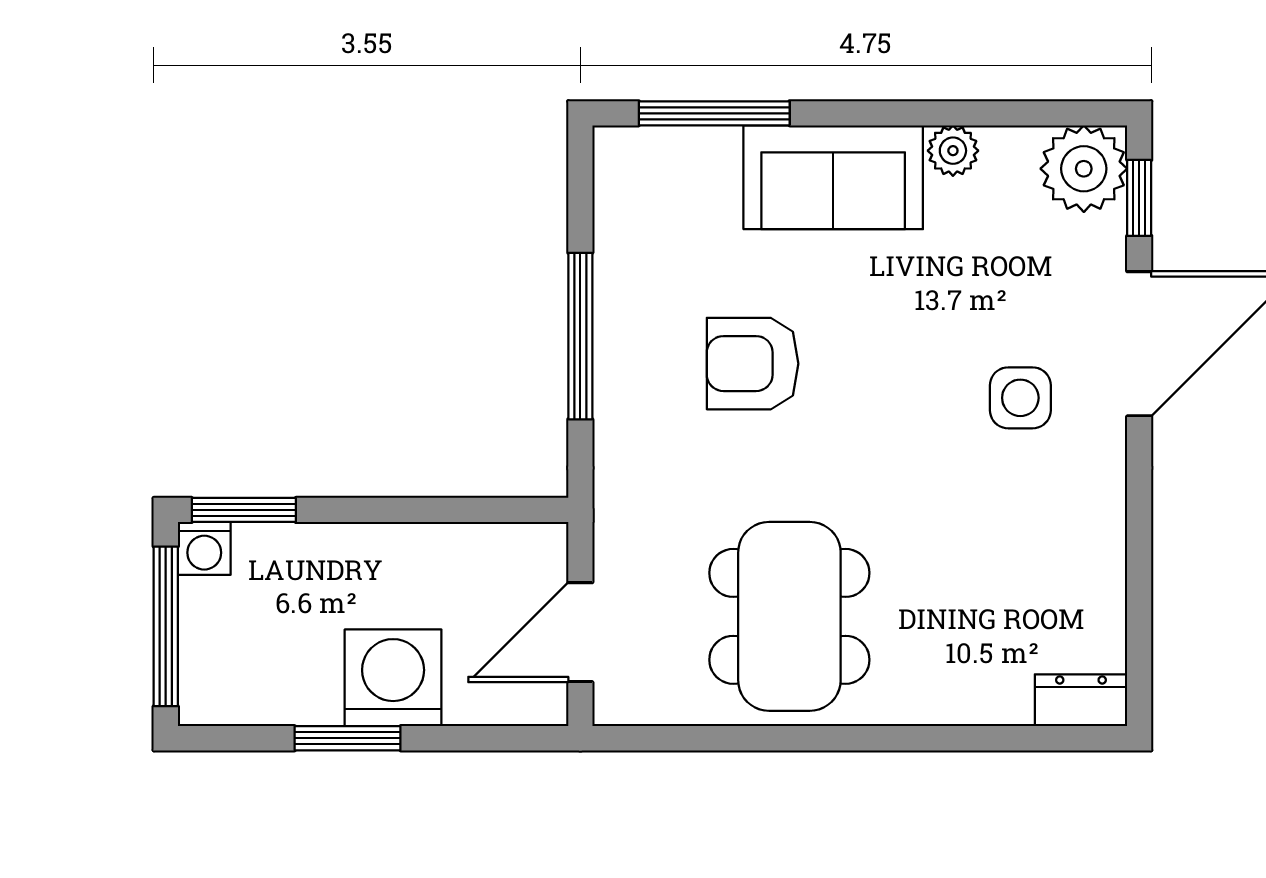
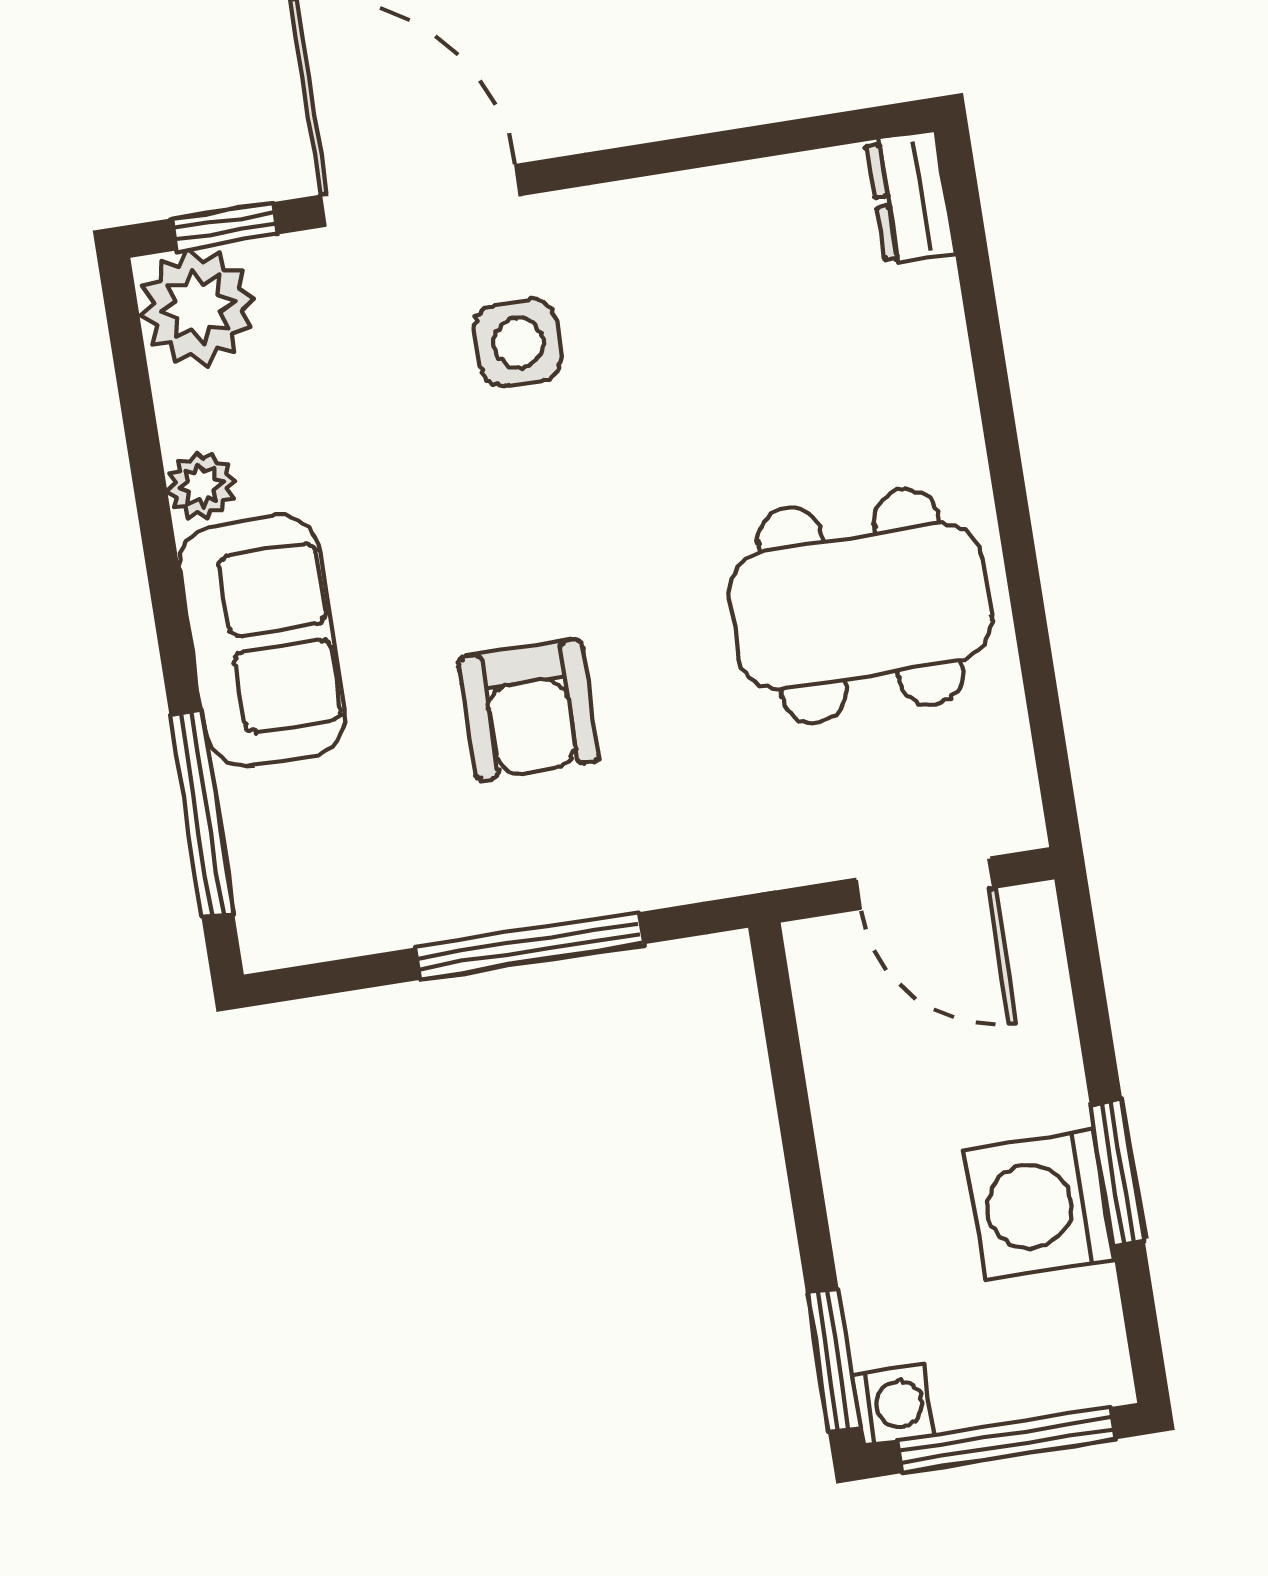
washing machine: (393, 678) -> (1039, 1205), moved

